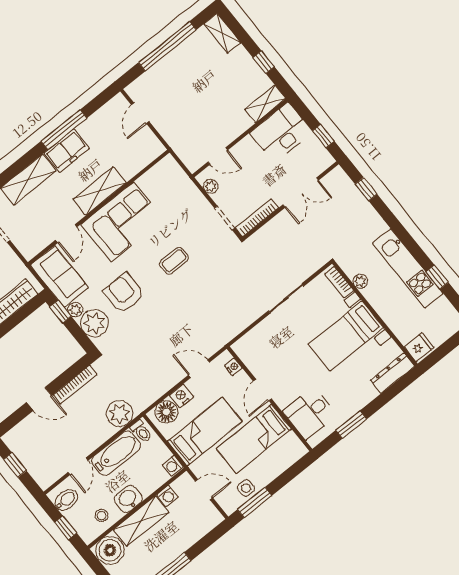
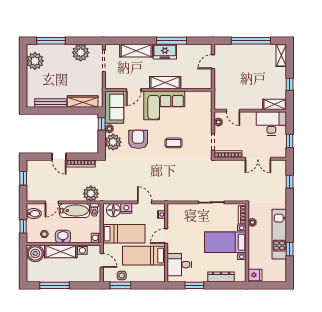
dresser: (392, 373) -> (221, 277), moved

